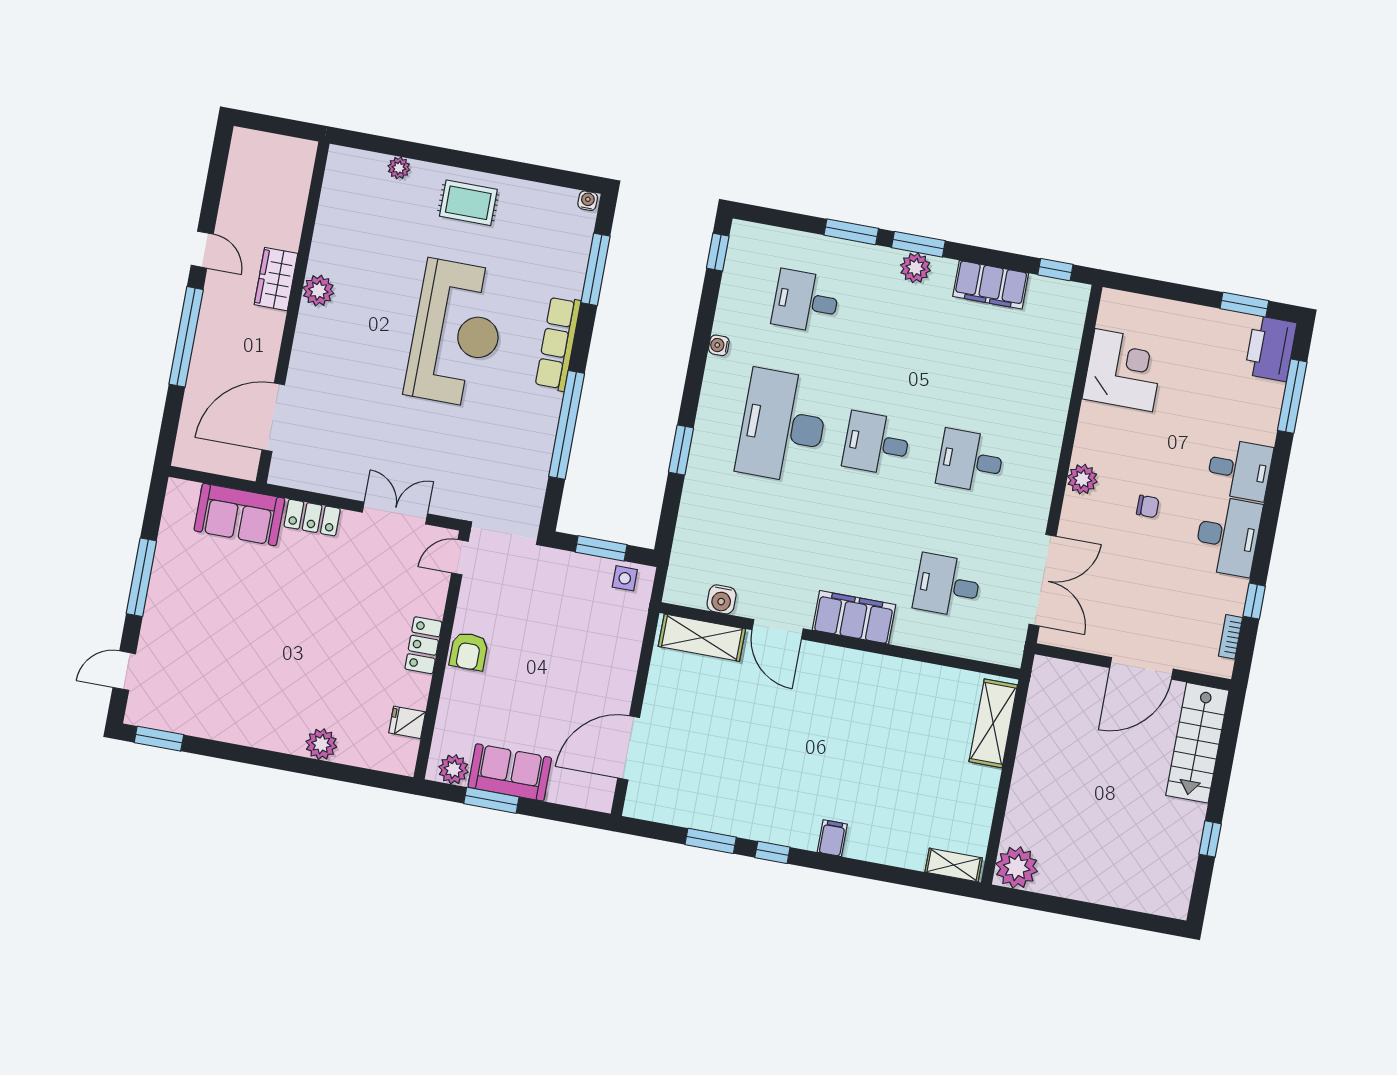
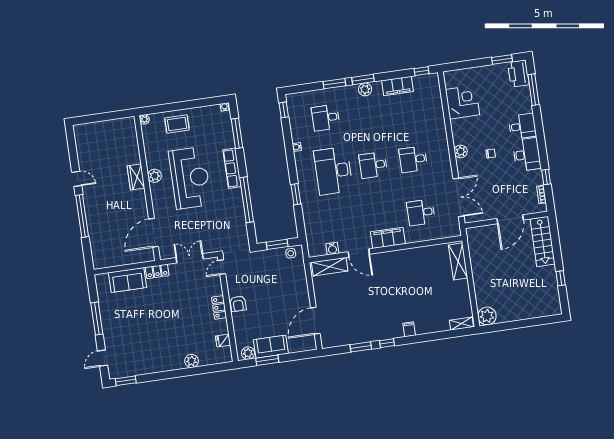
wardrobe: (276, 279) -> (136, 177), moved
plant: (318, 291) -> (155, 176), moved
wall: (293, 313) -> (147, 188), moved
door: (273, 417) -> (154, 233), moved

